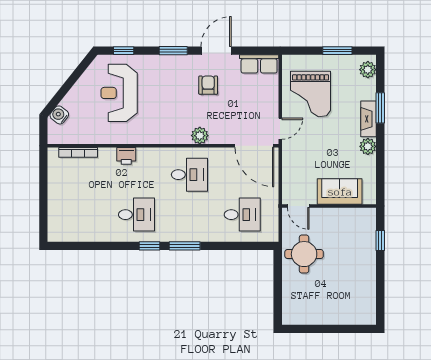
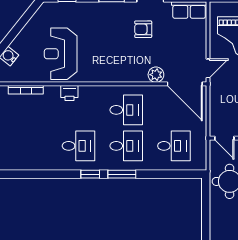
armchair: (208, 85) -> (143, 29), turned -90
reception desk: (119, 93) -> (61, 54), moved
plant: (200, 136) -> (156, 75), moved
desk: (189, 215) -> (126, 146), added

